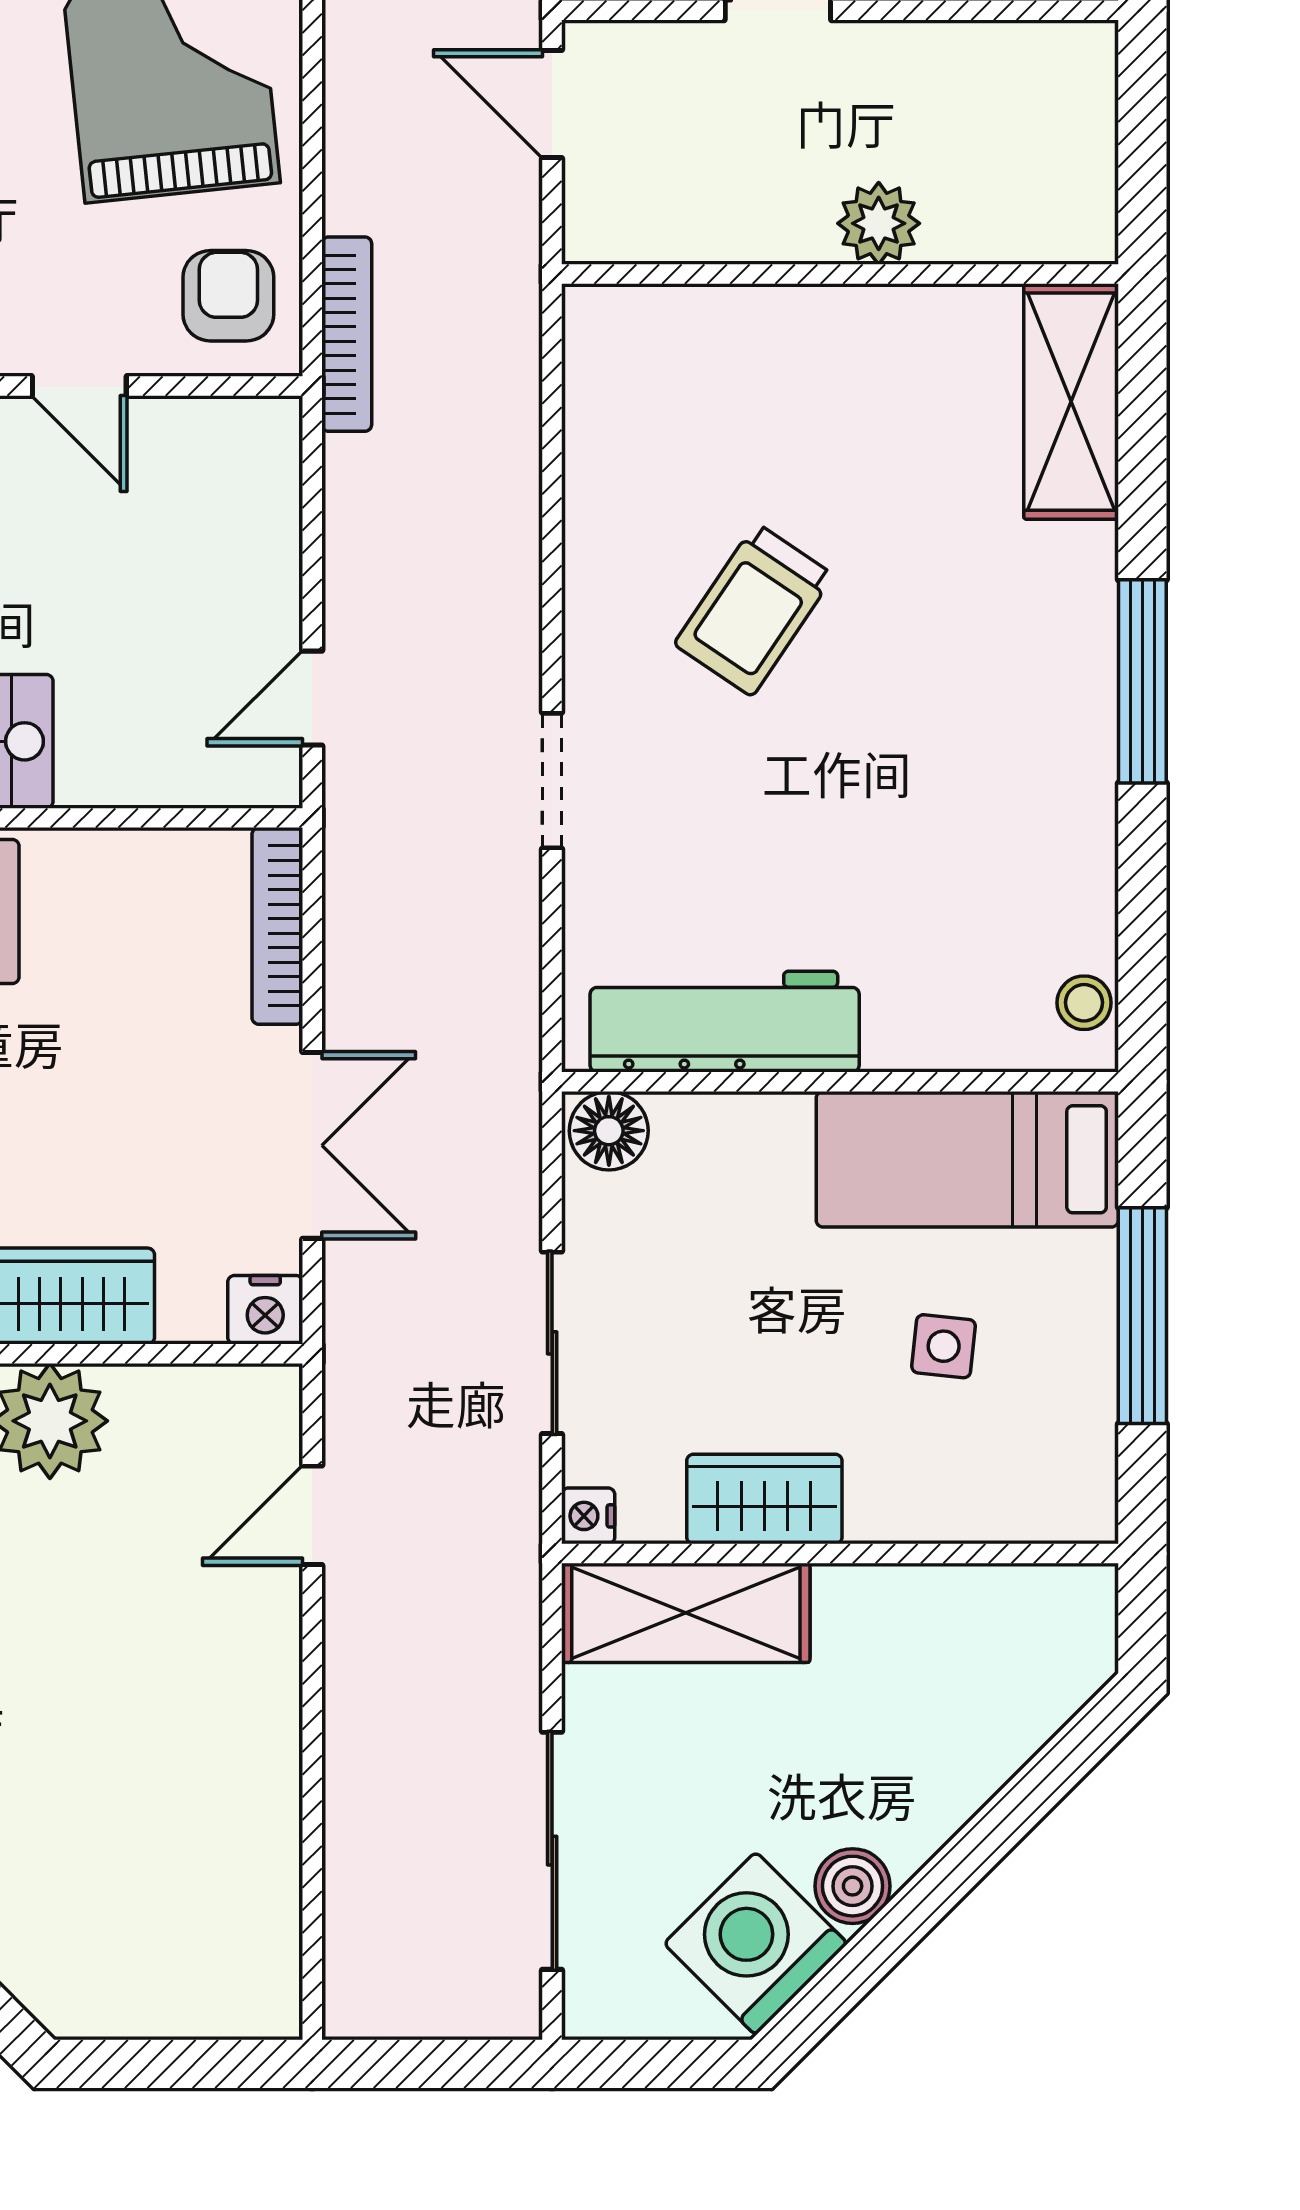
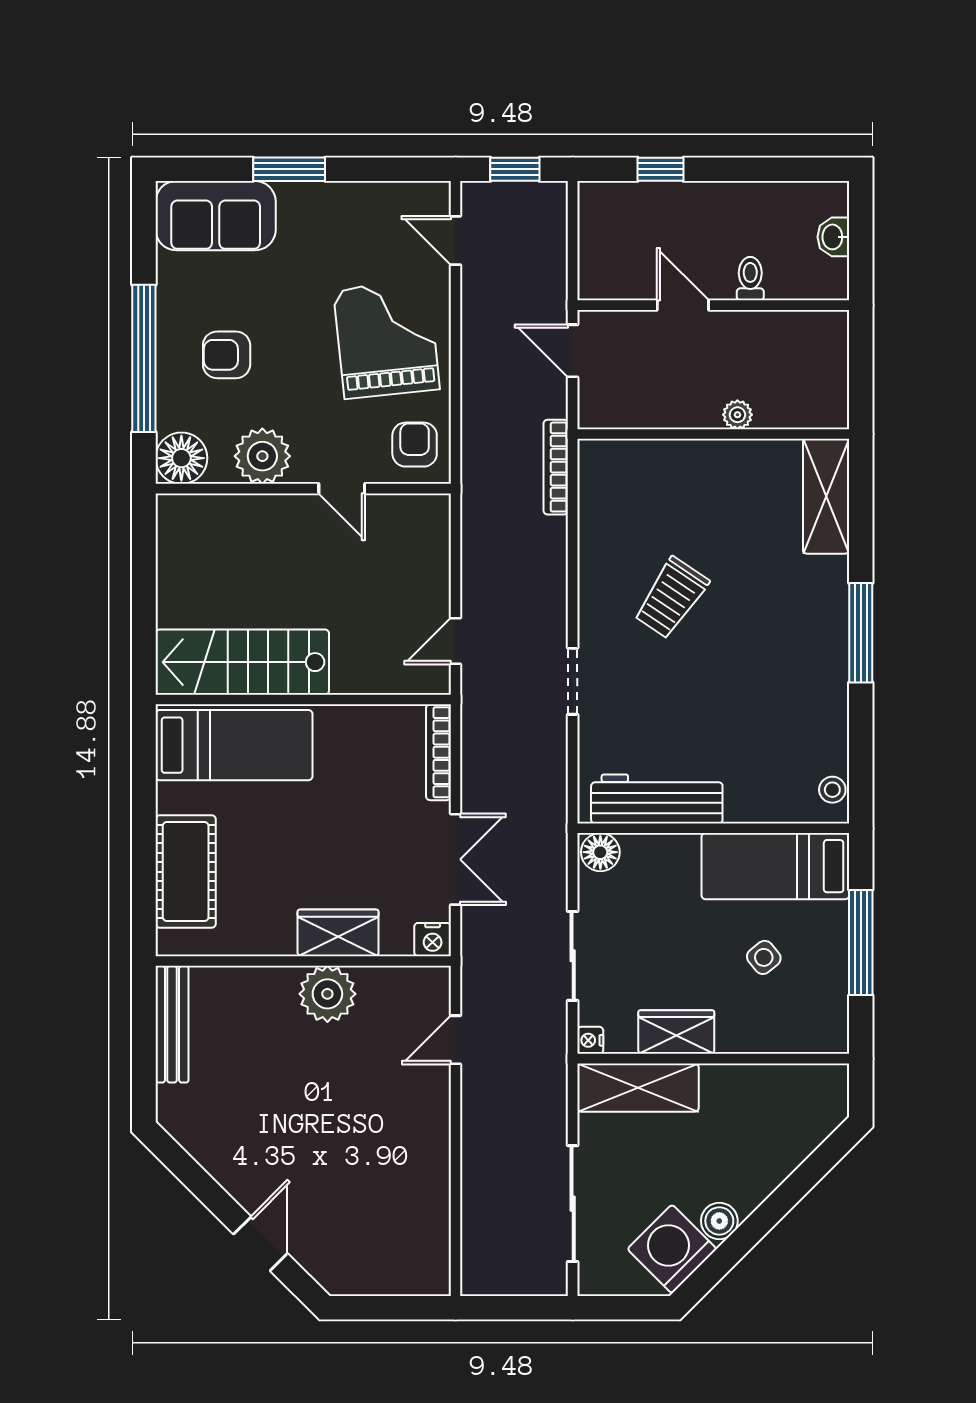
plant: (879, 223) -> (737, 415), width x0.73, depth x0.73
bookcase: (347, 334) -> (556, 467), moved, turned 180
side table: (944, 1346) -> (764, 957), turned 45

